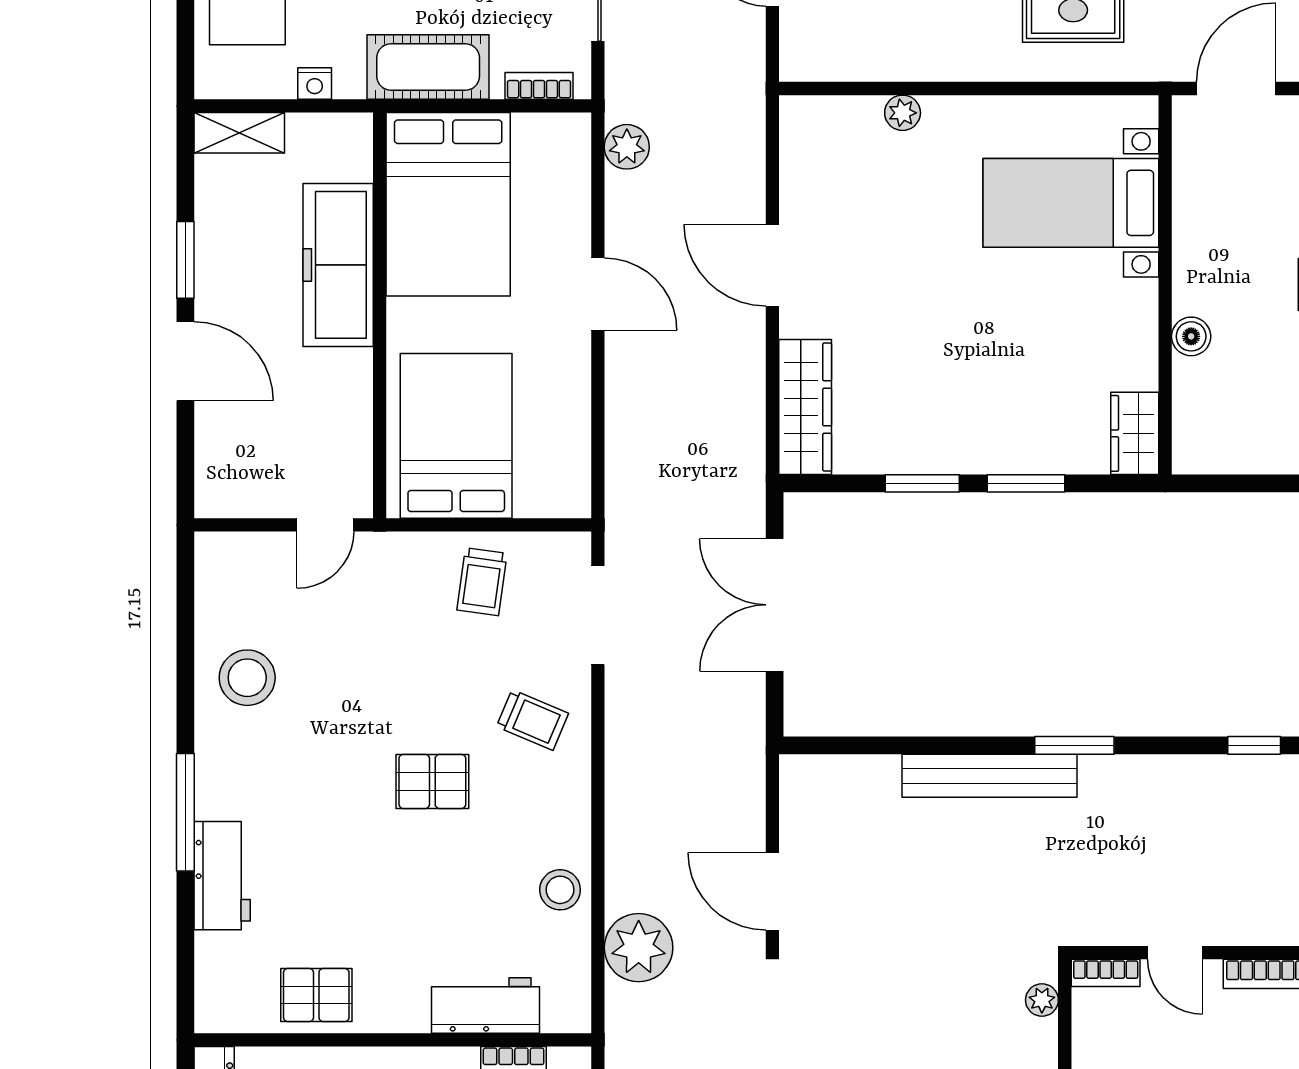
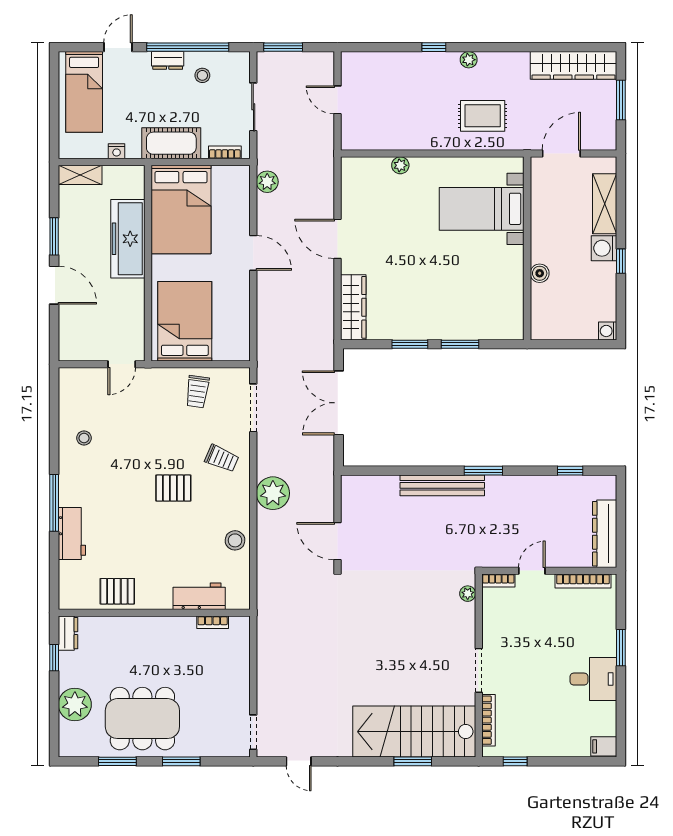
wardrobe: (1135, 433) -> (512, 320), removed
stool: (247, 678) -> (84, 438), width x0.53, depth x0.53
plant: (639, 948) -> (273, 493), moved
door: (1175, 953) -> (532, 571), swing flipped

